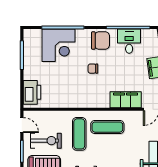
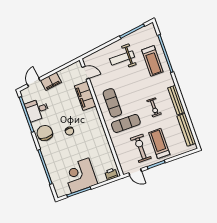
corner desk: (58, 45) -> (80, 176), moved, turned -90
printer: (32, 92) -> (111, 174), width x0.53, depth x0.68
door: (22, 125) -> (135, 172), swing flipped

